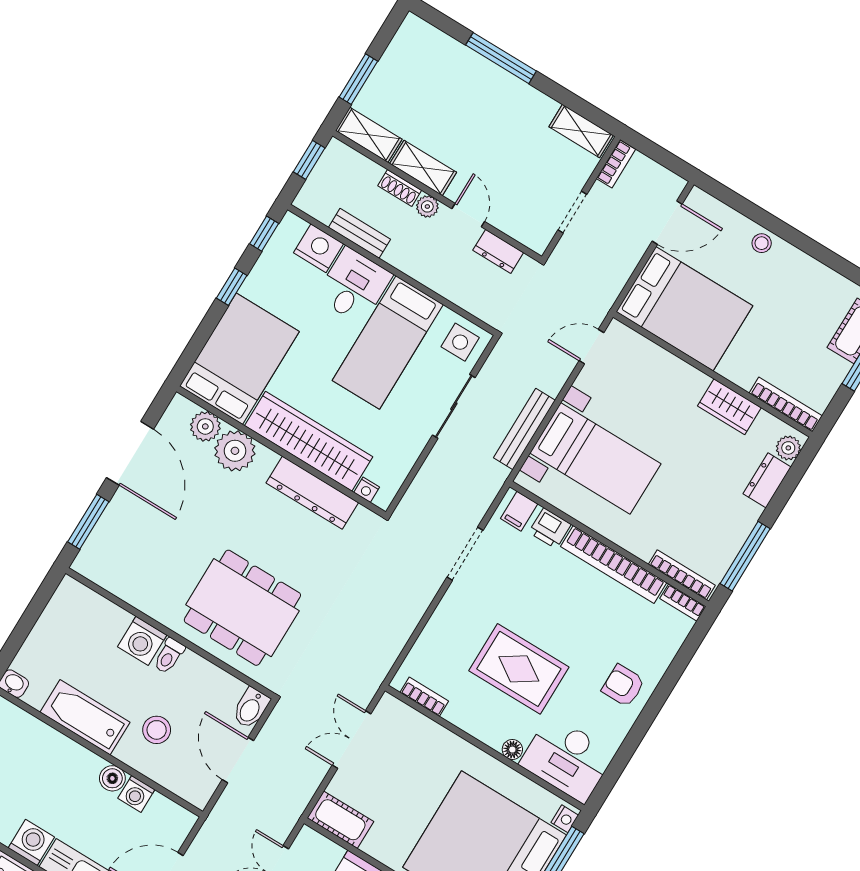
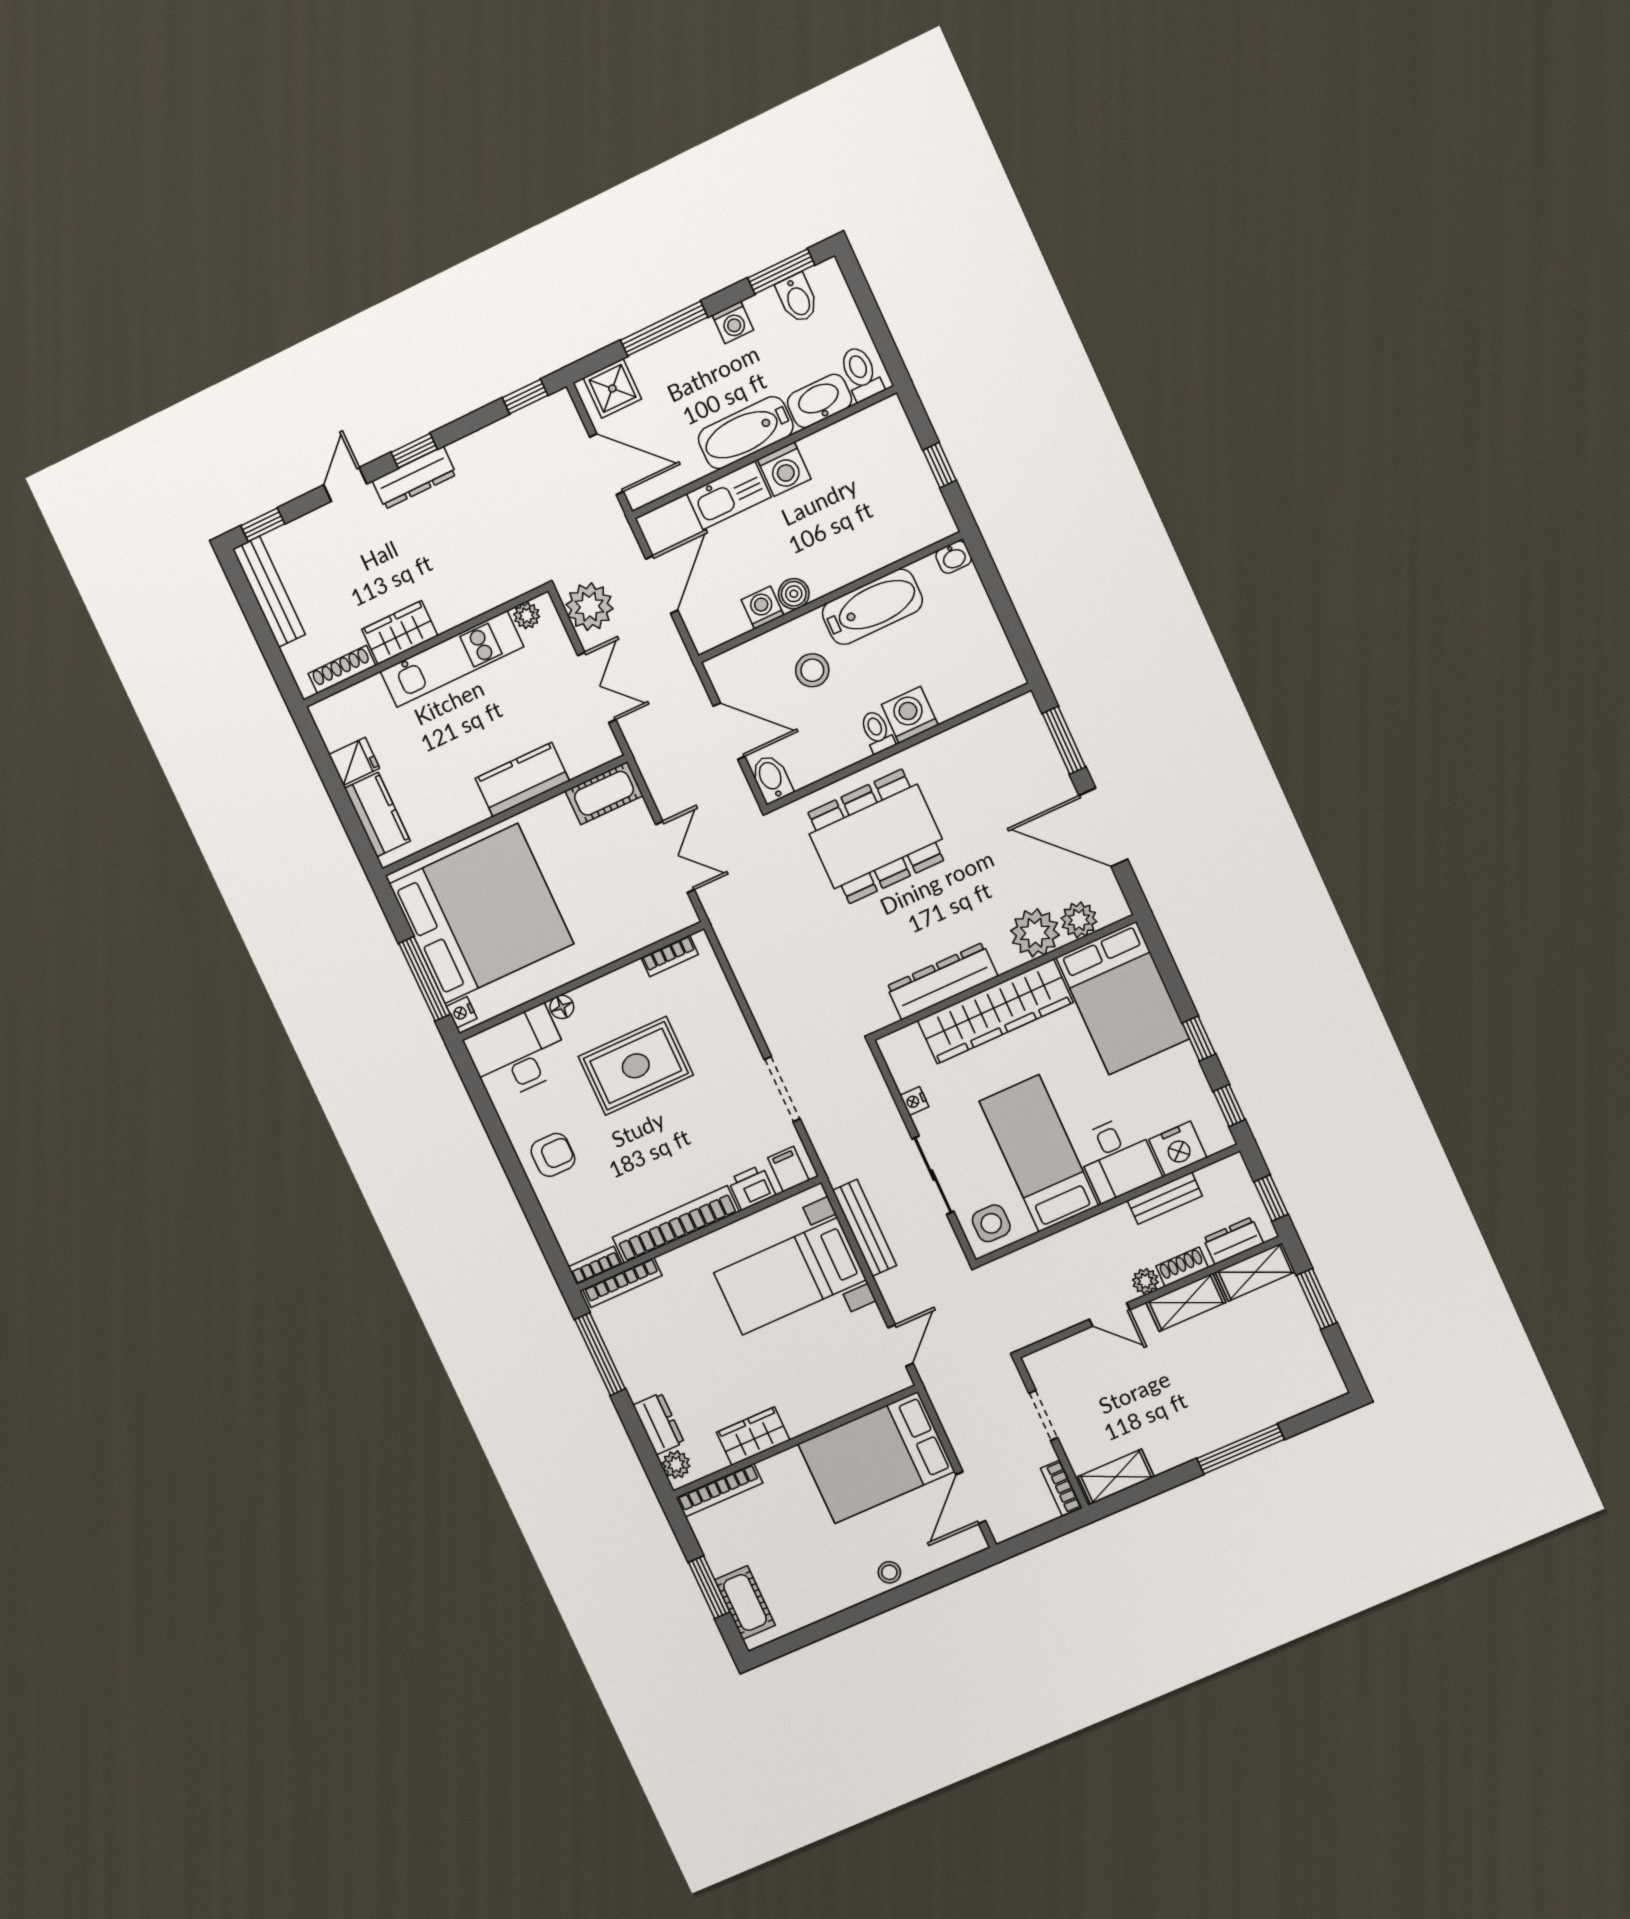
dresser: (498, 251) -> (1233, 1241), moved
nightstand: (367, 490) -> (914, 1101), moved, turned -90

